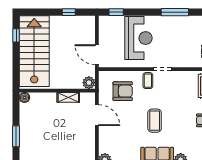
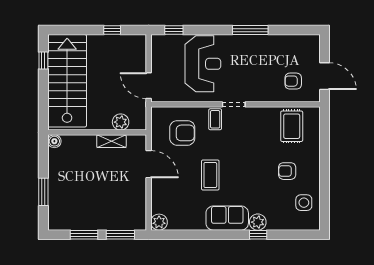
plant: (89, 83) -> (121, 122), moved
coffee table: (155, 121) -> (210, 175), moved

